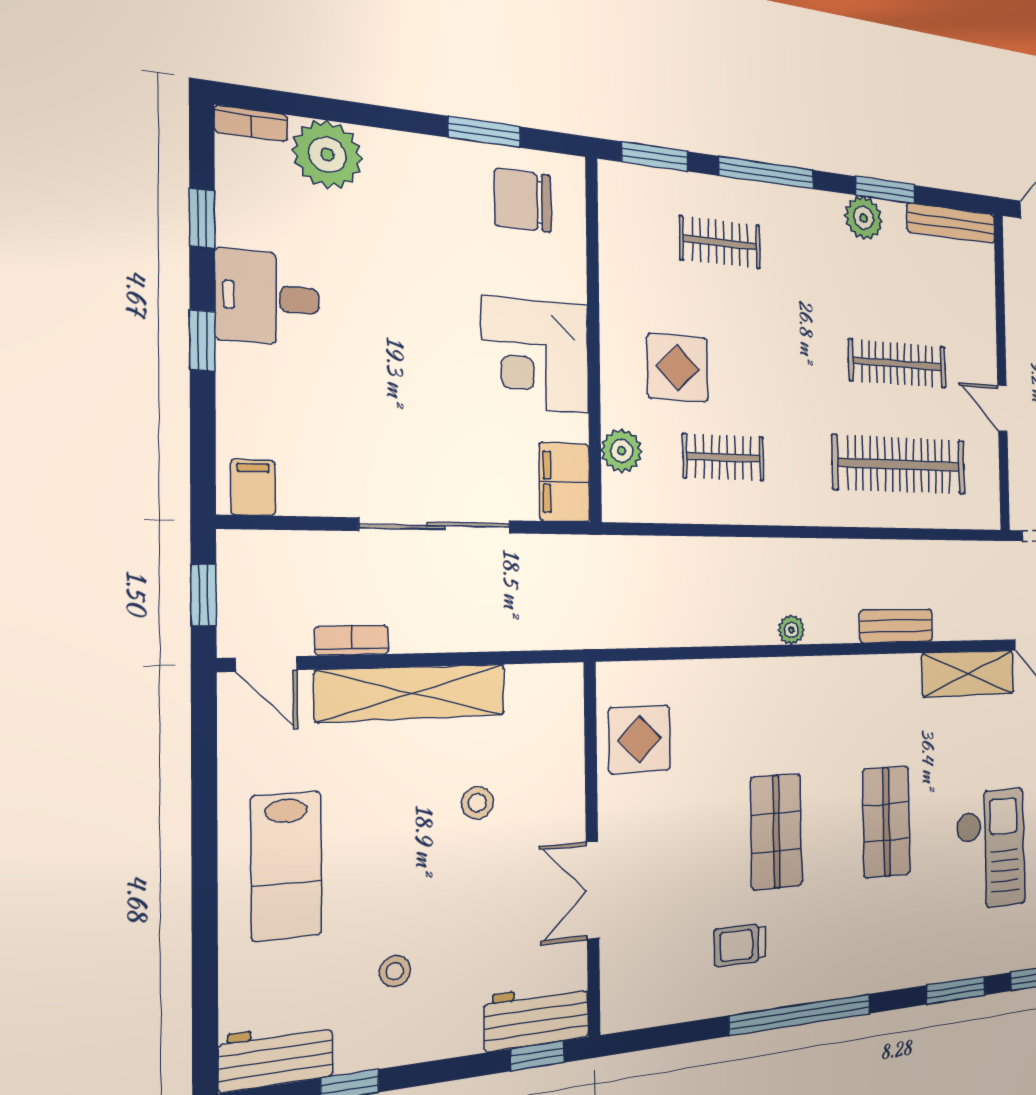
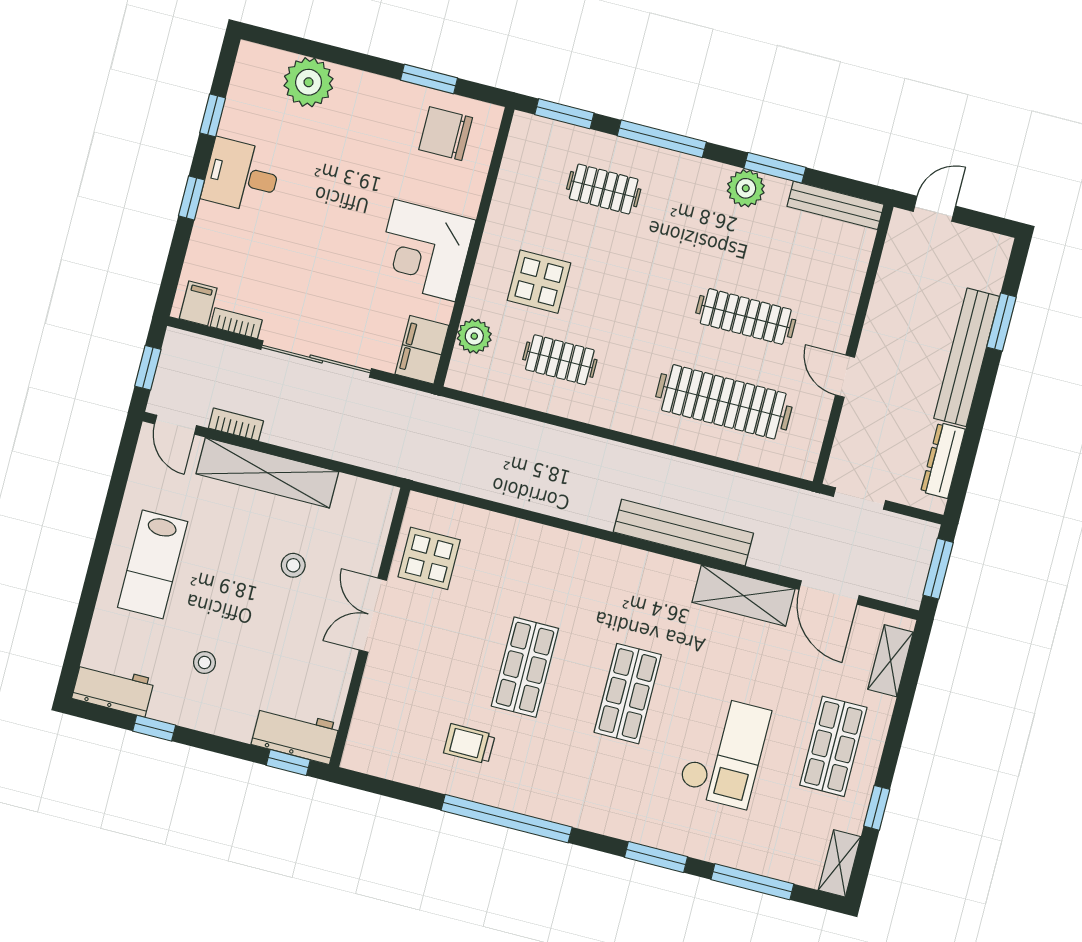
bookcase: (251, 123) -> (236, 323), moved, turned 180
bench: (896, 626) -> (683, 533), width x1.86, depth x1.21
plant: (791, 630) -> (583, 511), removed
double door: (592, 890) -> (373, 615), moved

